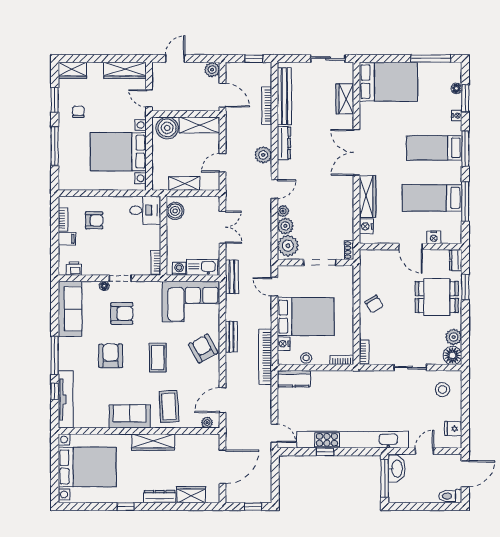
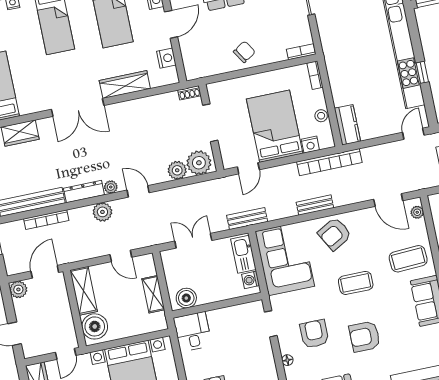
plant: (283, 211) -> (111, 187), moved
nightstand: (366, 226) -> (166, 58), moved, turned -90
bookcase: (156, 262) -> (249, 308), removed
doorway: (120, 278) -> (271, 324), moved

